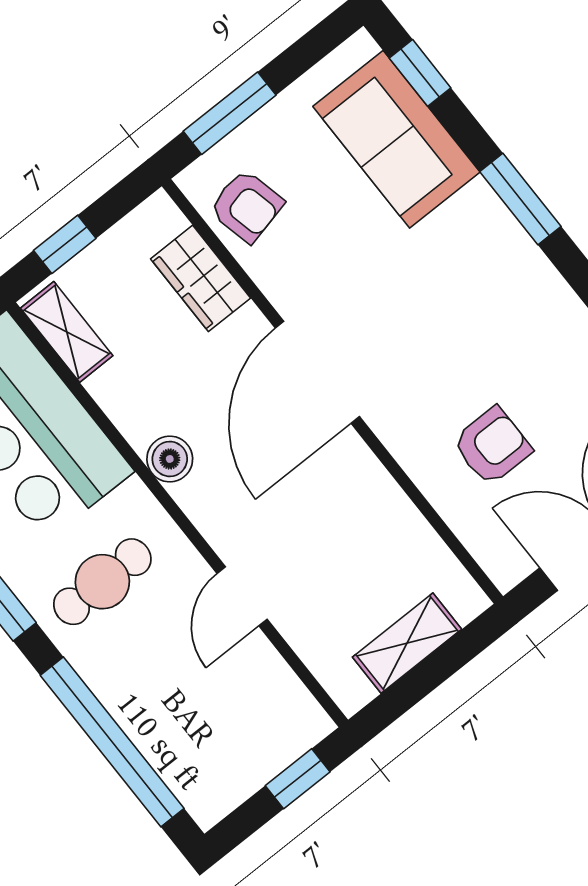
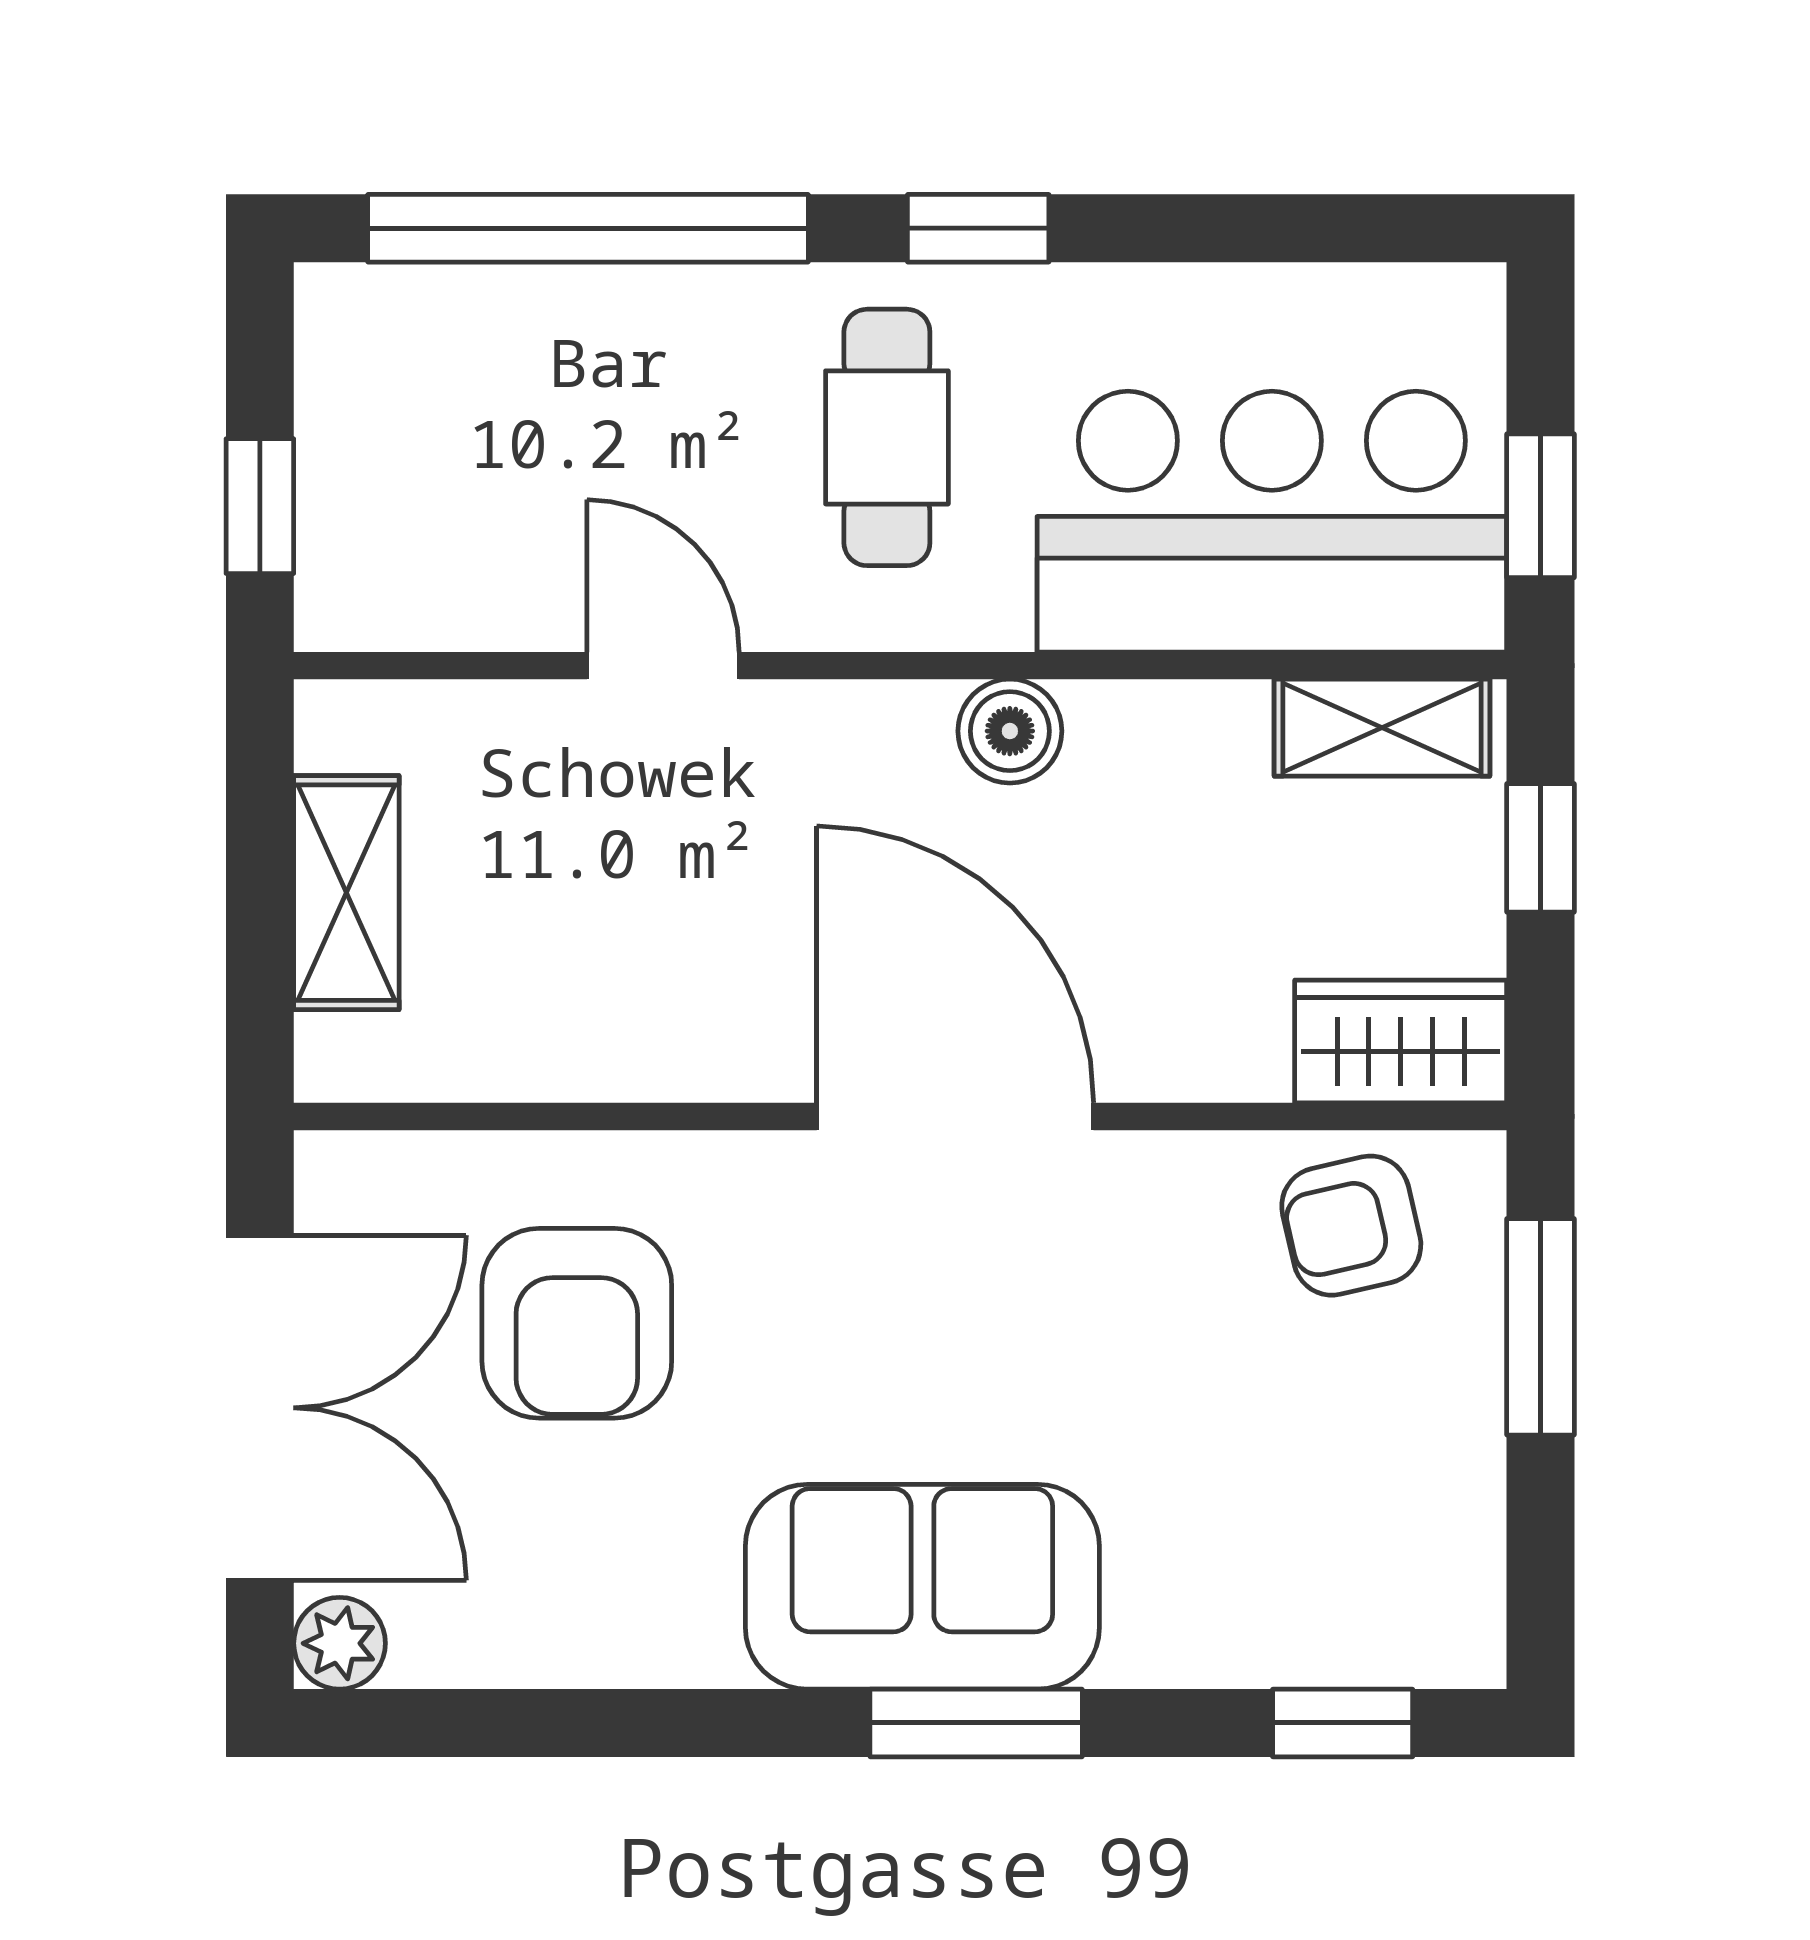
sofa: (396, 139) -> (922, 1587), moved
wardrobe: (201, 278) -> (1401, 1041), moved
armchair: (492, 446) -> (577, 1323), width x1.38, depth x1.38

